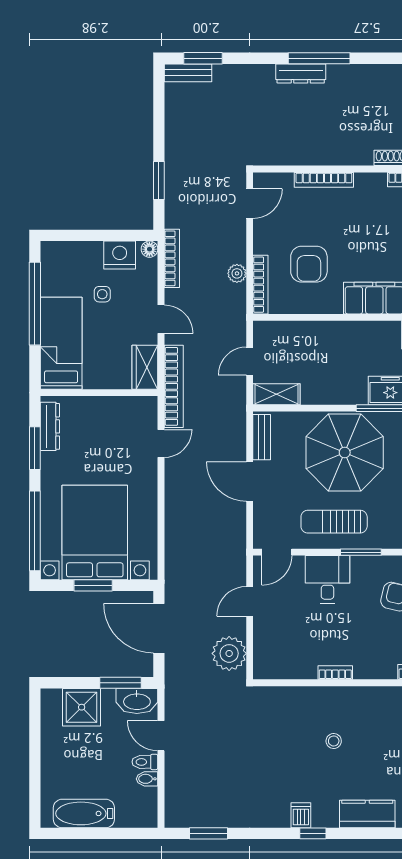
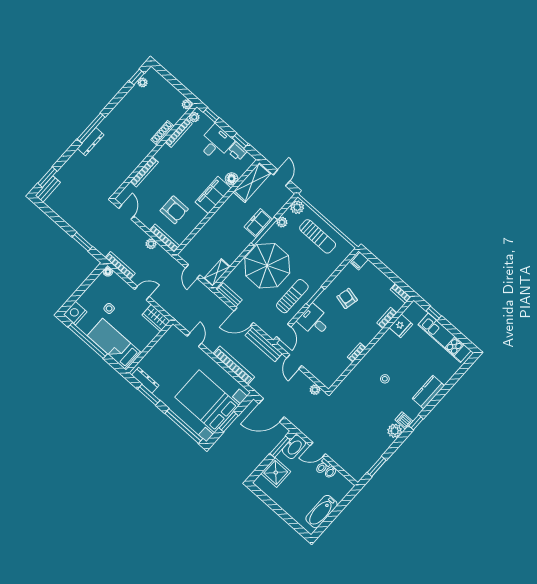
nightstand: (120, 255) -> (75, 313), moved
bookcase: (174, 386) -> (234, 365), moved
sun lounger: (334, 522) -> (292, 296), turned 180
bench: (236, 541) -> (264, 344), added
plant: (229, 653) -> (315, 390), width x0.53, depth x0.53
plant: (277, 815) -> (395, 431), added

